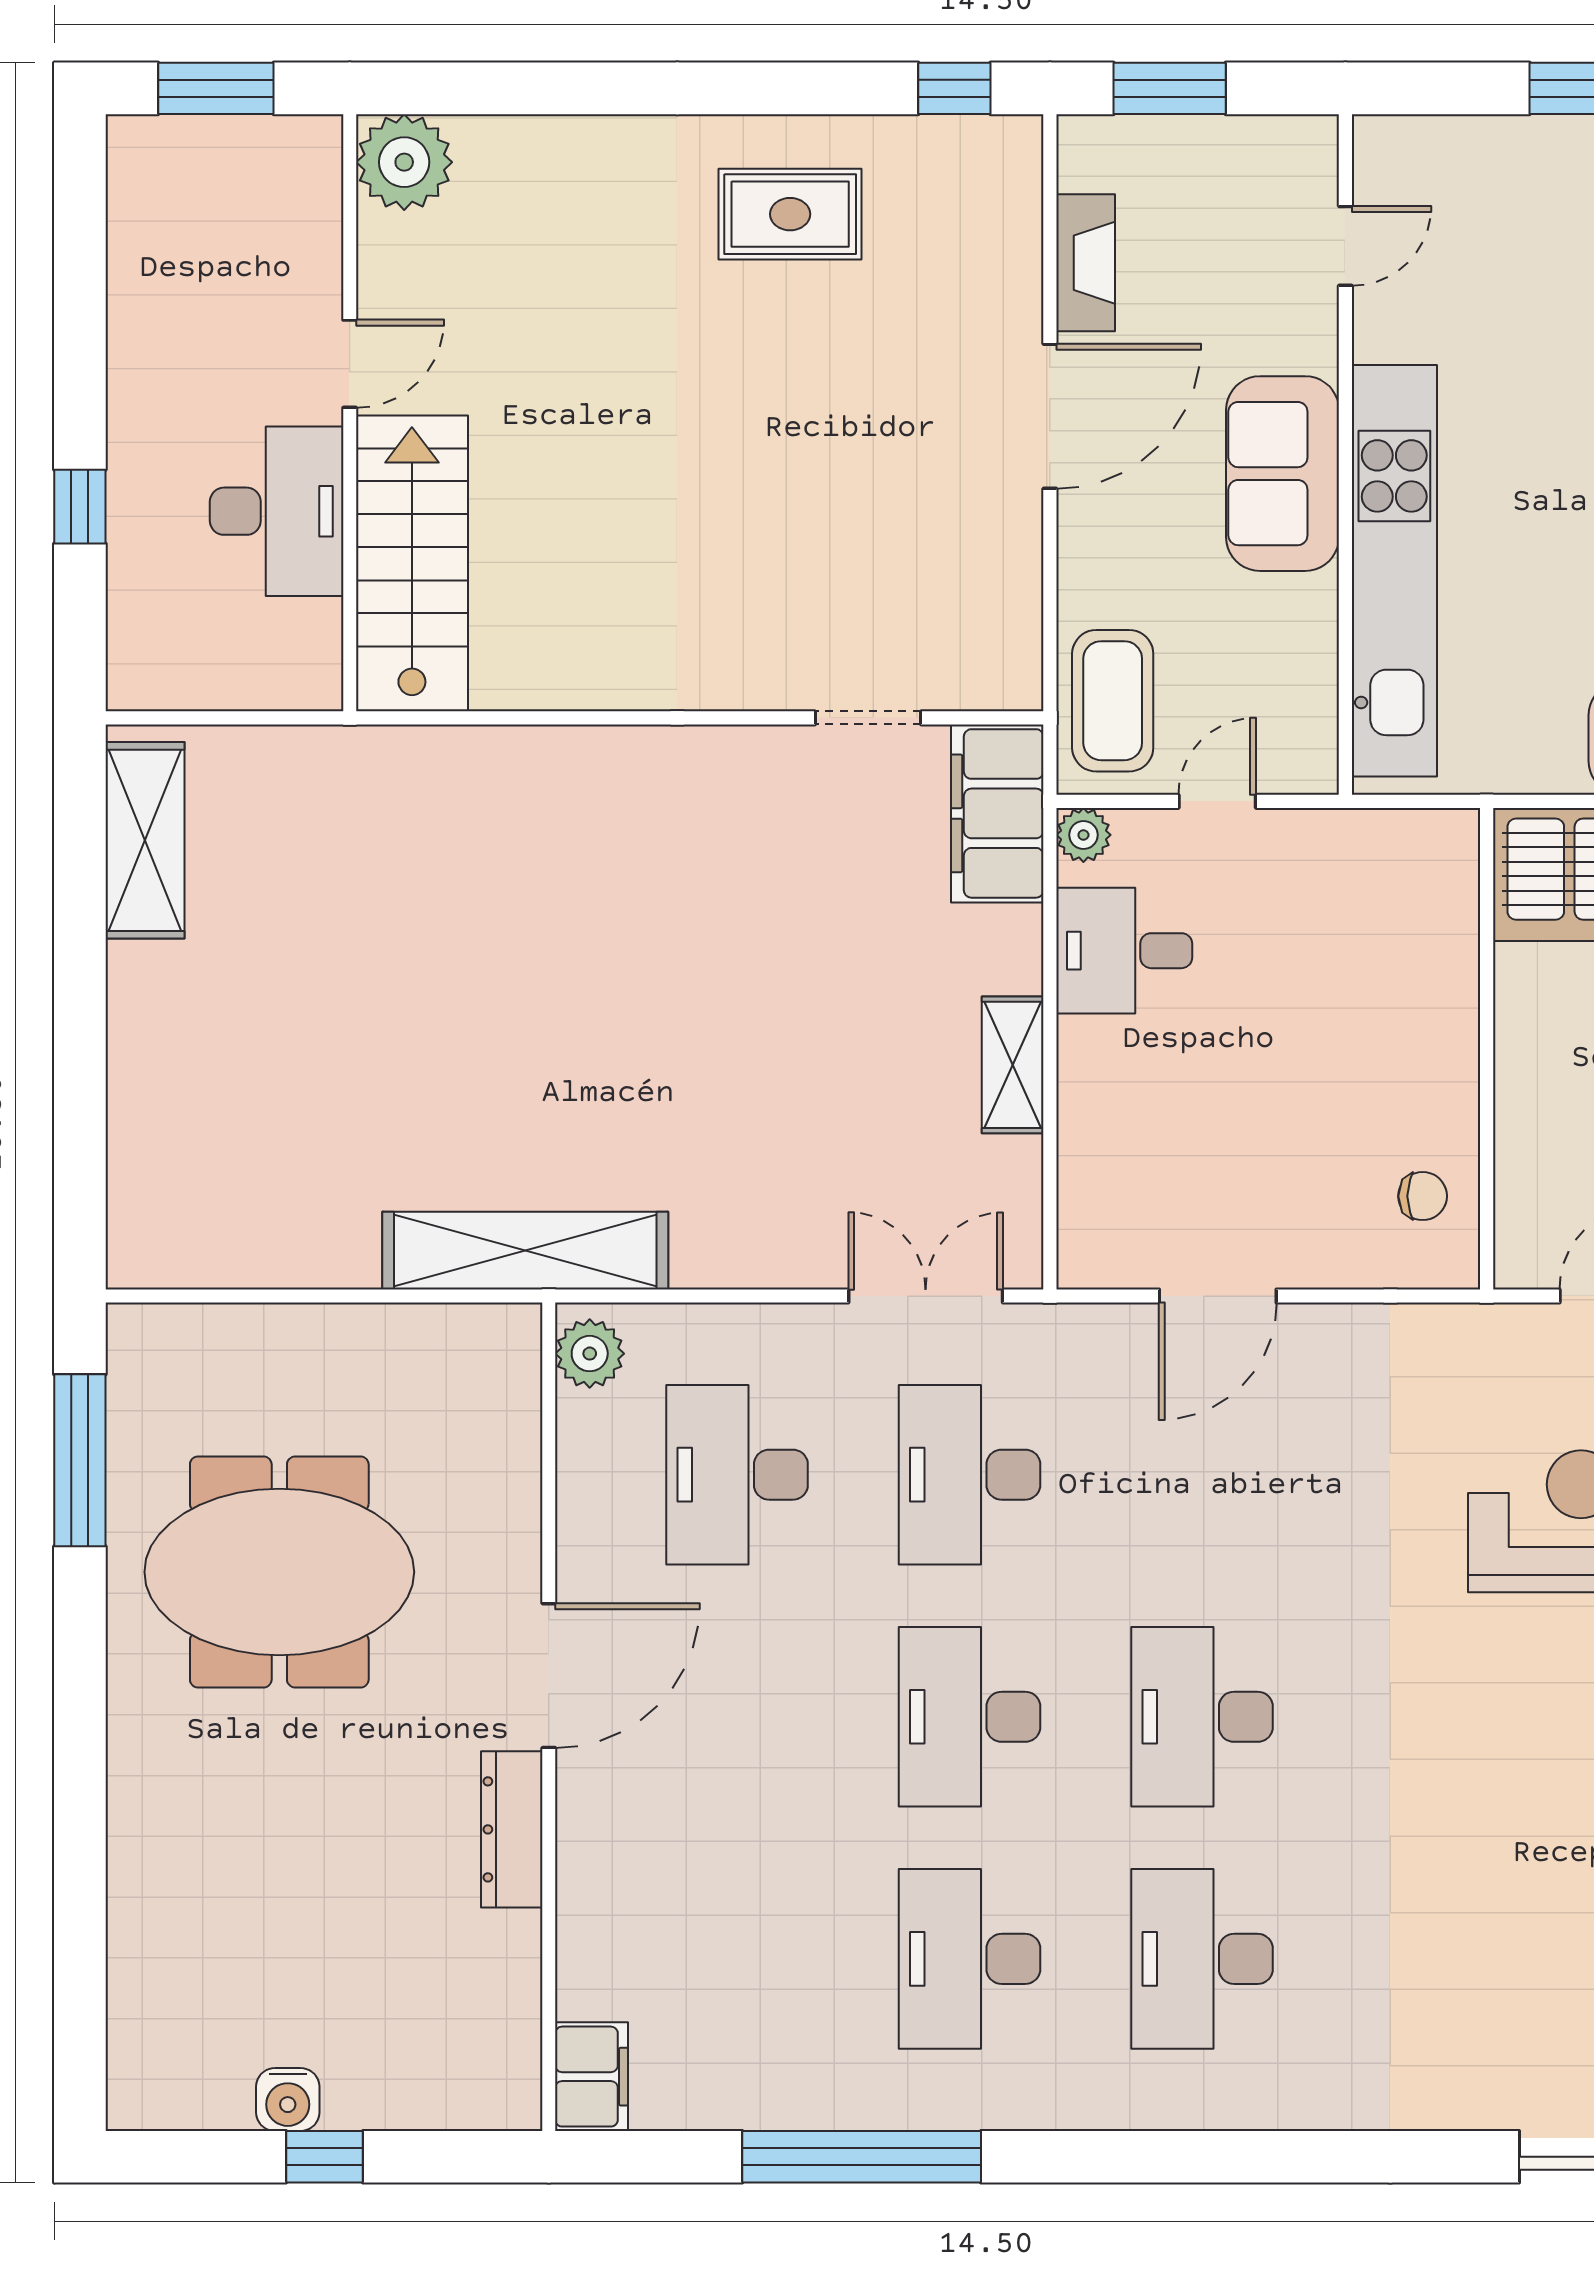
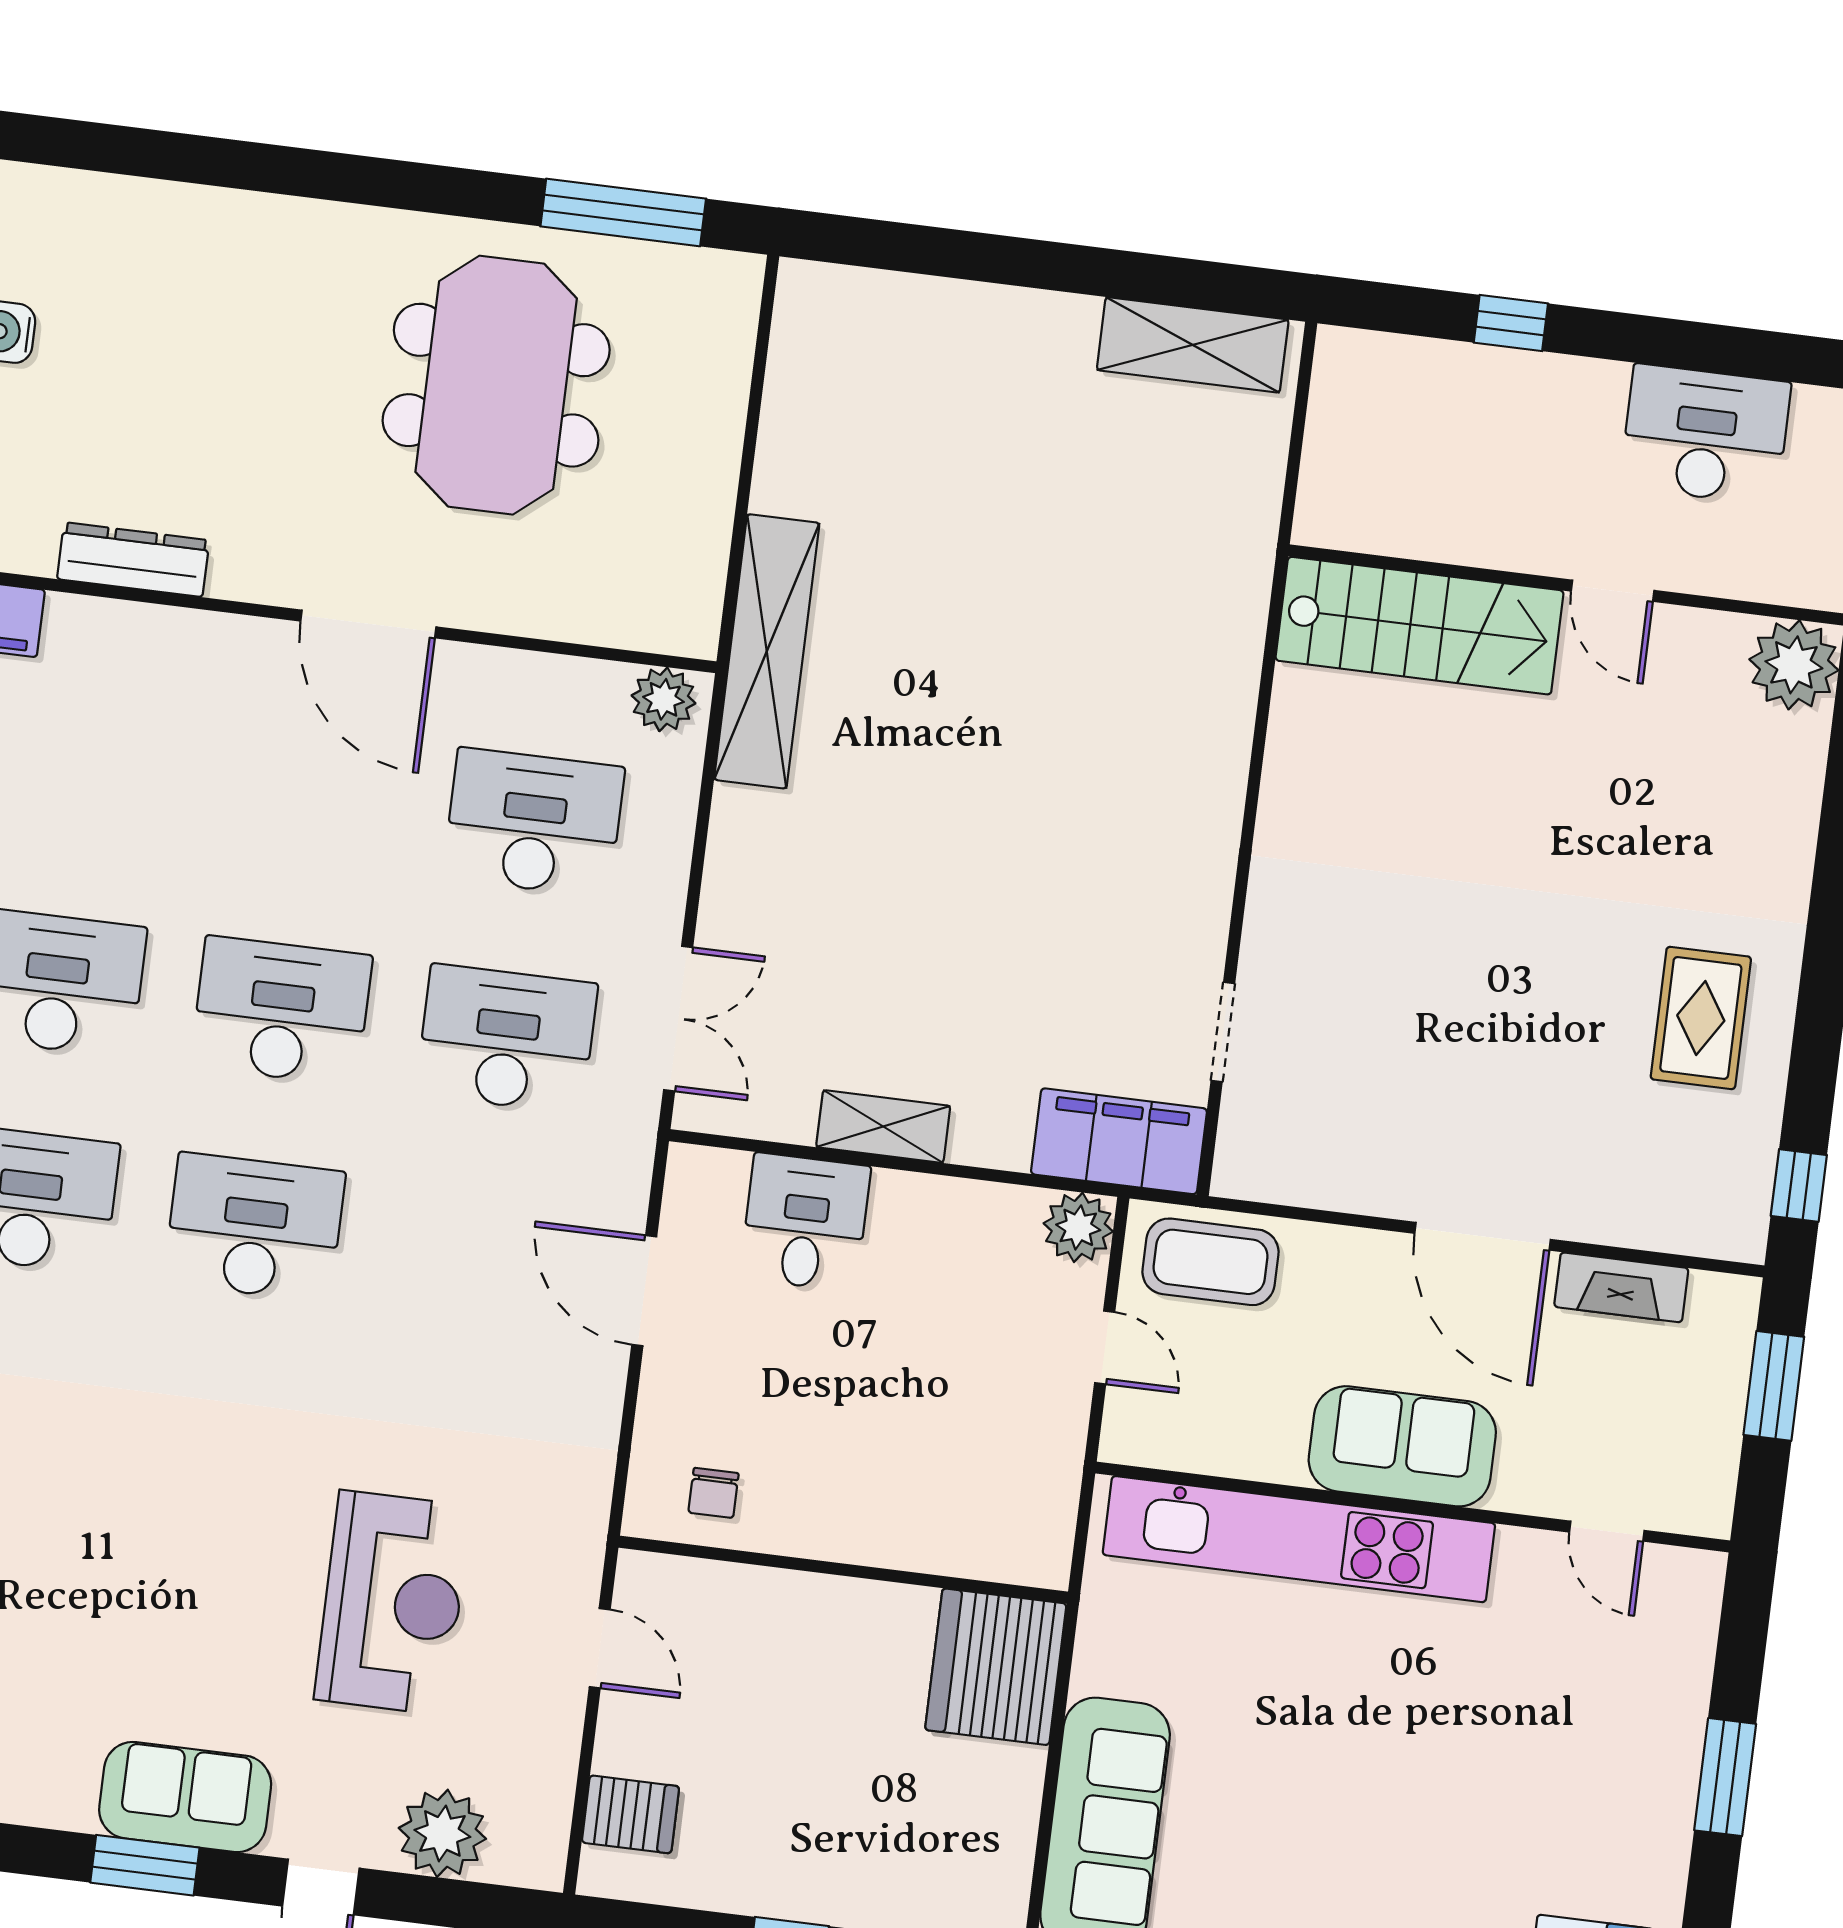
desk: (277, 511) -> (1705, 435), moved, turned 180
plant: (1083, 835) -> (1078, 1227), width x1.38, depth x1.38
desk: (1124, 951) -> (805, 1222), moved
dresser: (512, 1829) -> (133, 560), moved

